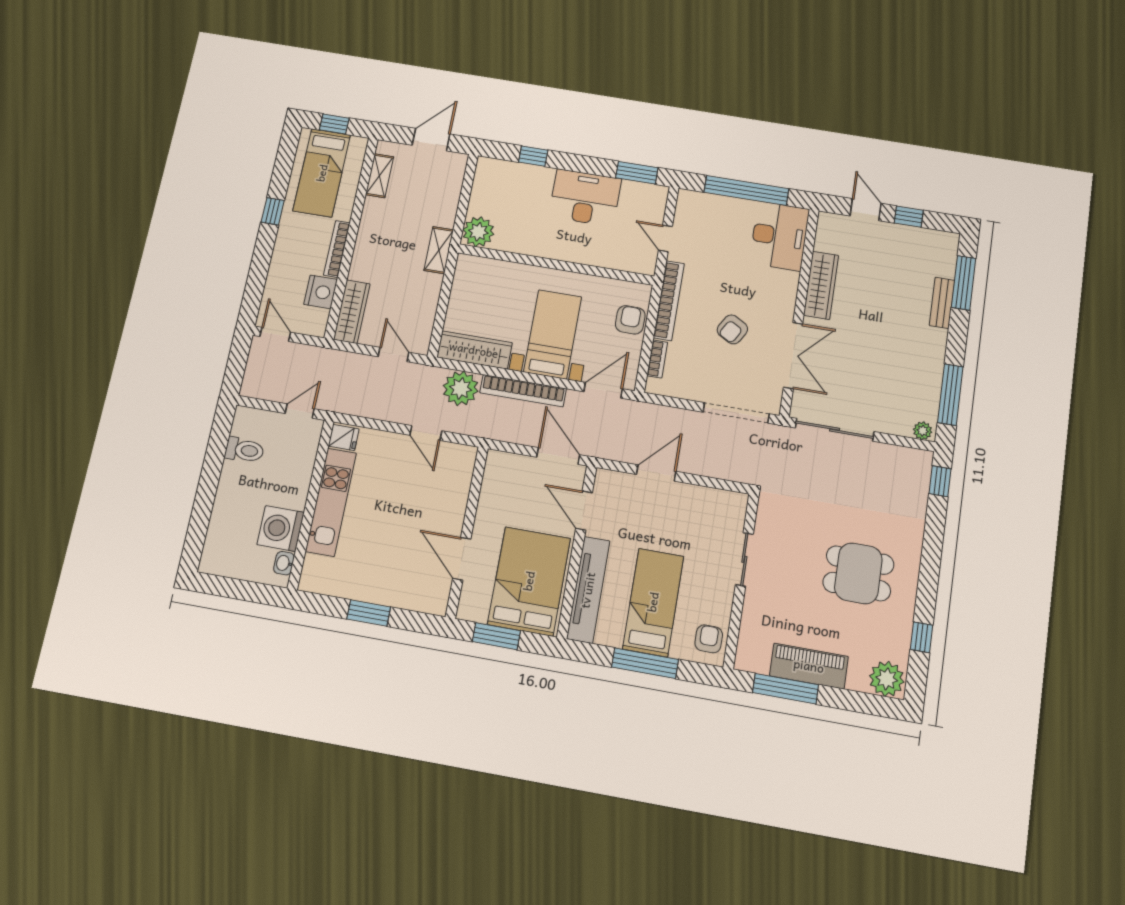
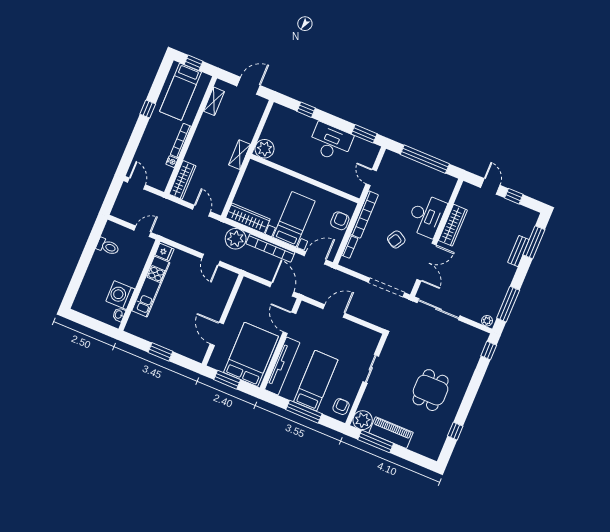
desk: (779, 236) -> (426, 216), moved
nightstand: (321, 292) -> (172, 162), width x0.53, depth x0.56
dining table: (858, 573) -> (431, 390), turned 90
plant: (887, 679) -> (363, 420), moved

